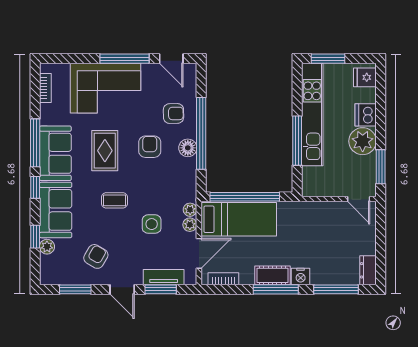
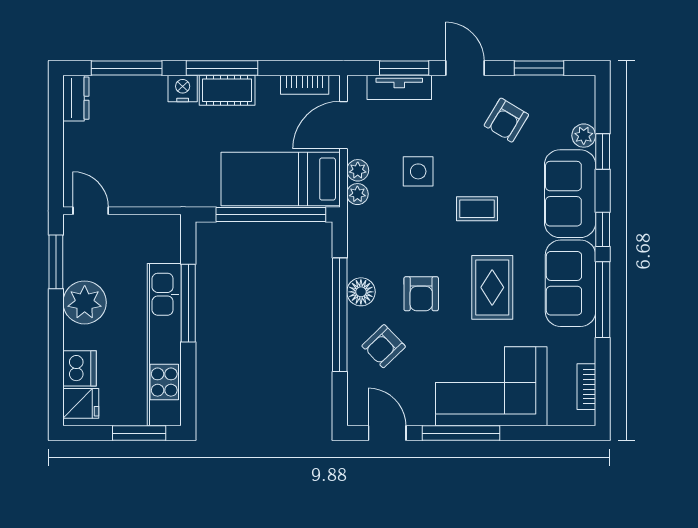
armchair: (173, 113) -> (384, 346), turned -43
dishwasher: (366, 115) -> (80, 368), moved

